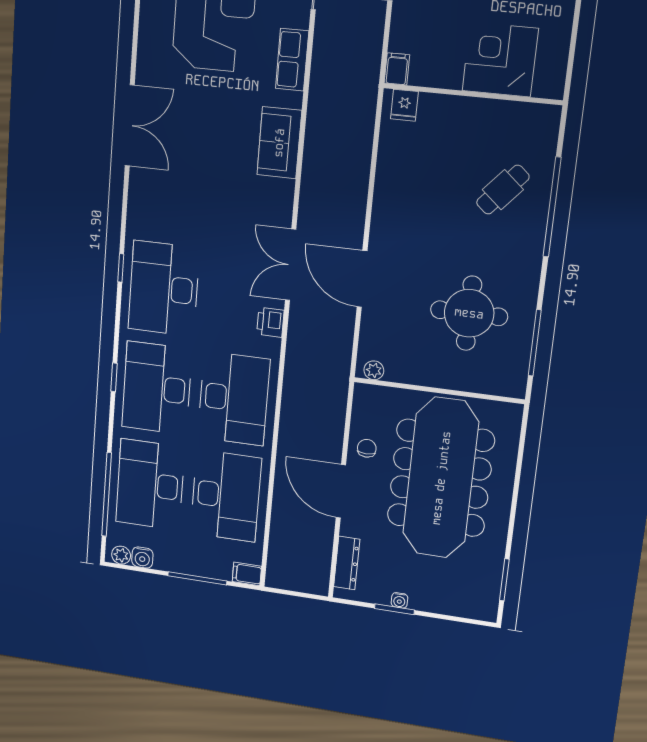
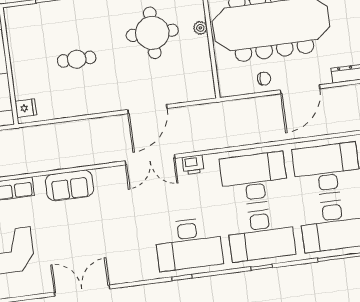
cafe table: (503, 190) -> (77, 59), moved, turned -41
plant: (374, 370) -> (200, 28), moved
chair: (367, 448) -> (264, 79), turned 180

